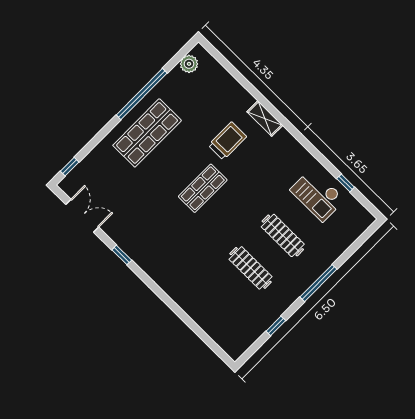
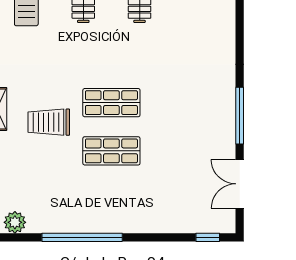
shop shelf: (147, 133) -> (111, 151), moved, width x0.70, depth x0.74
window: (122, 255) -> (240, 116), width x2.17

